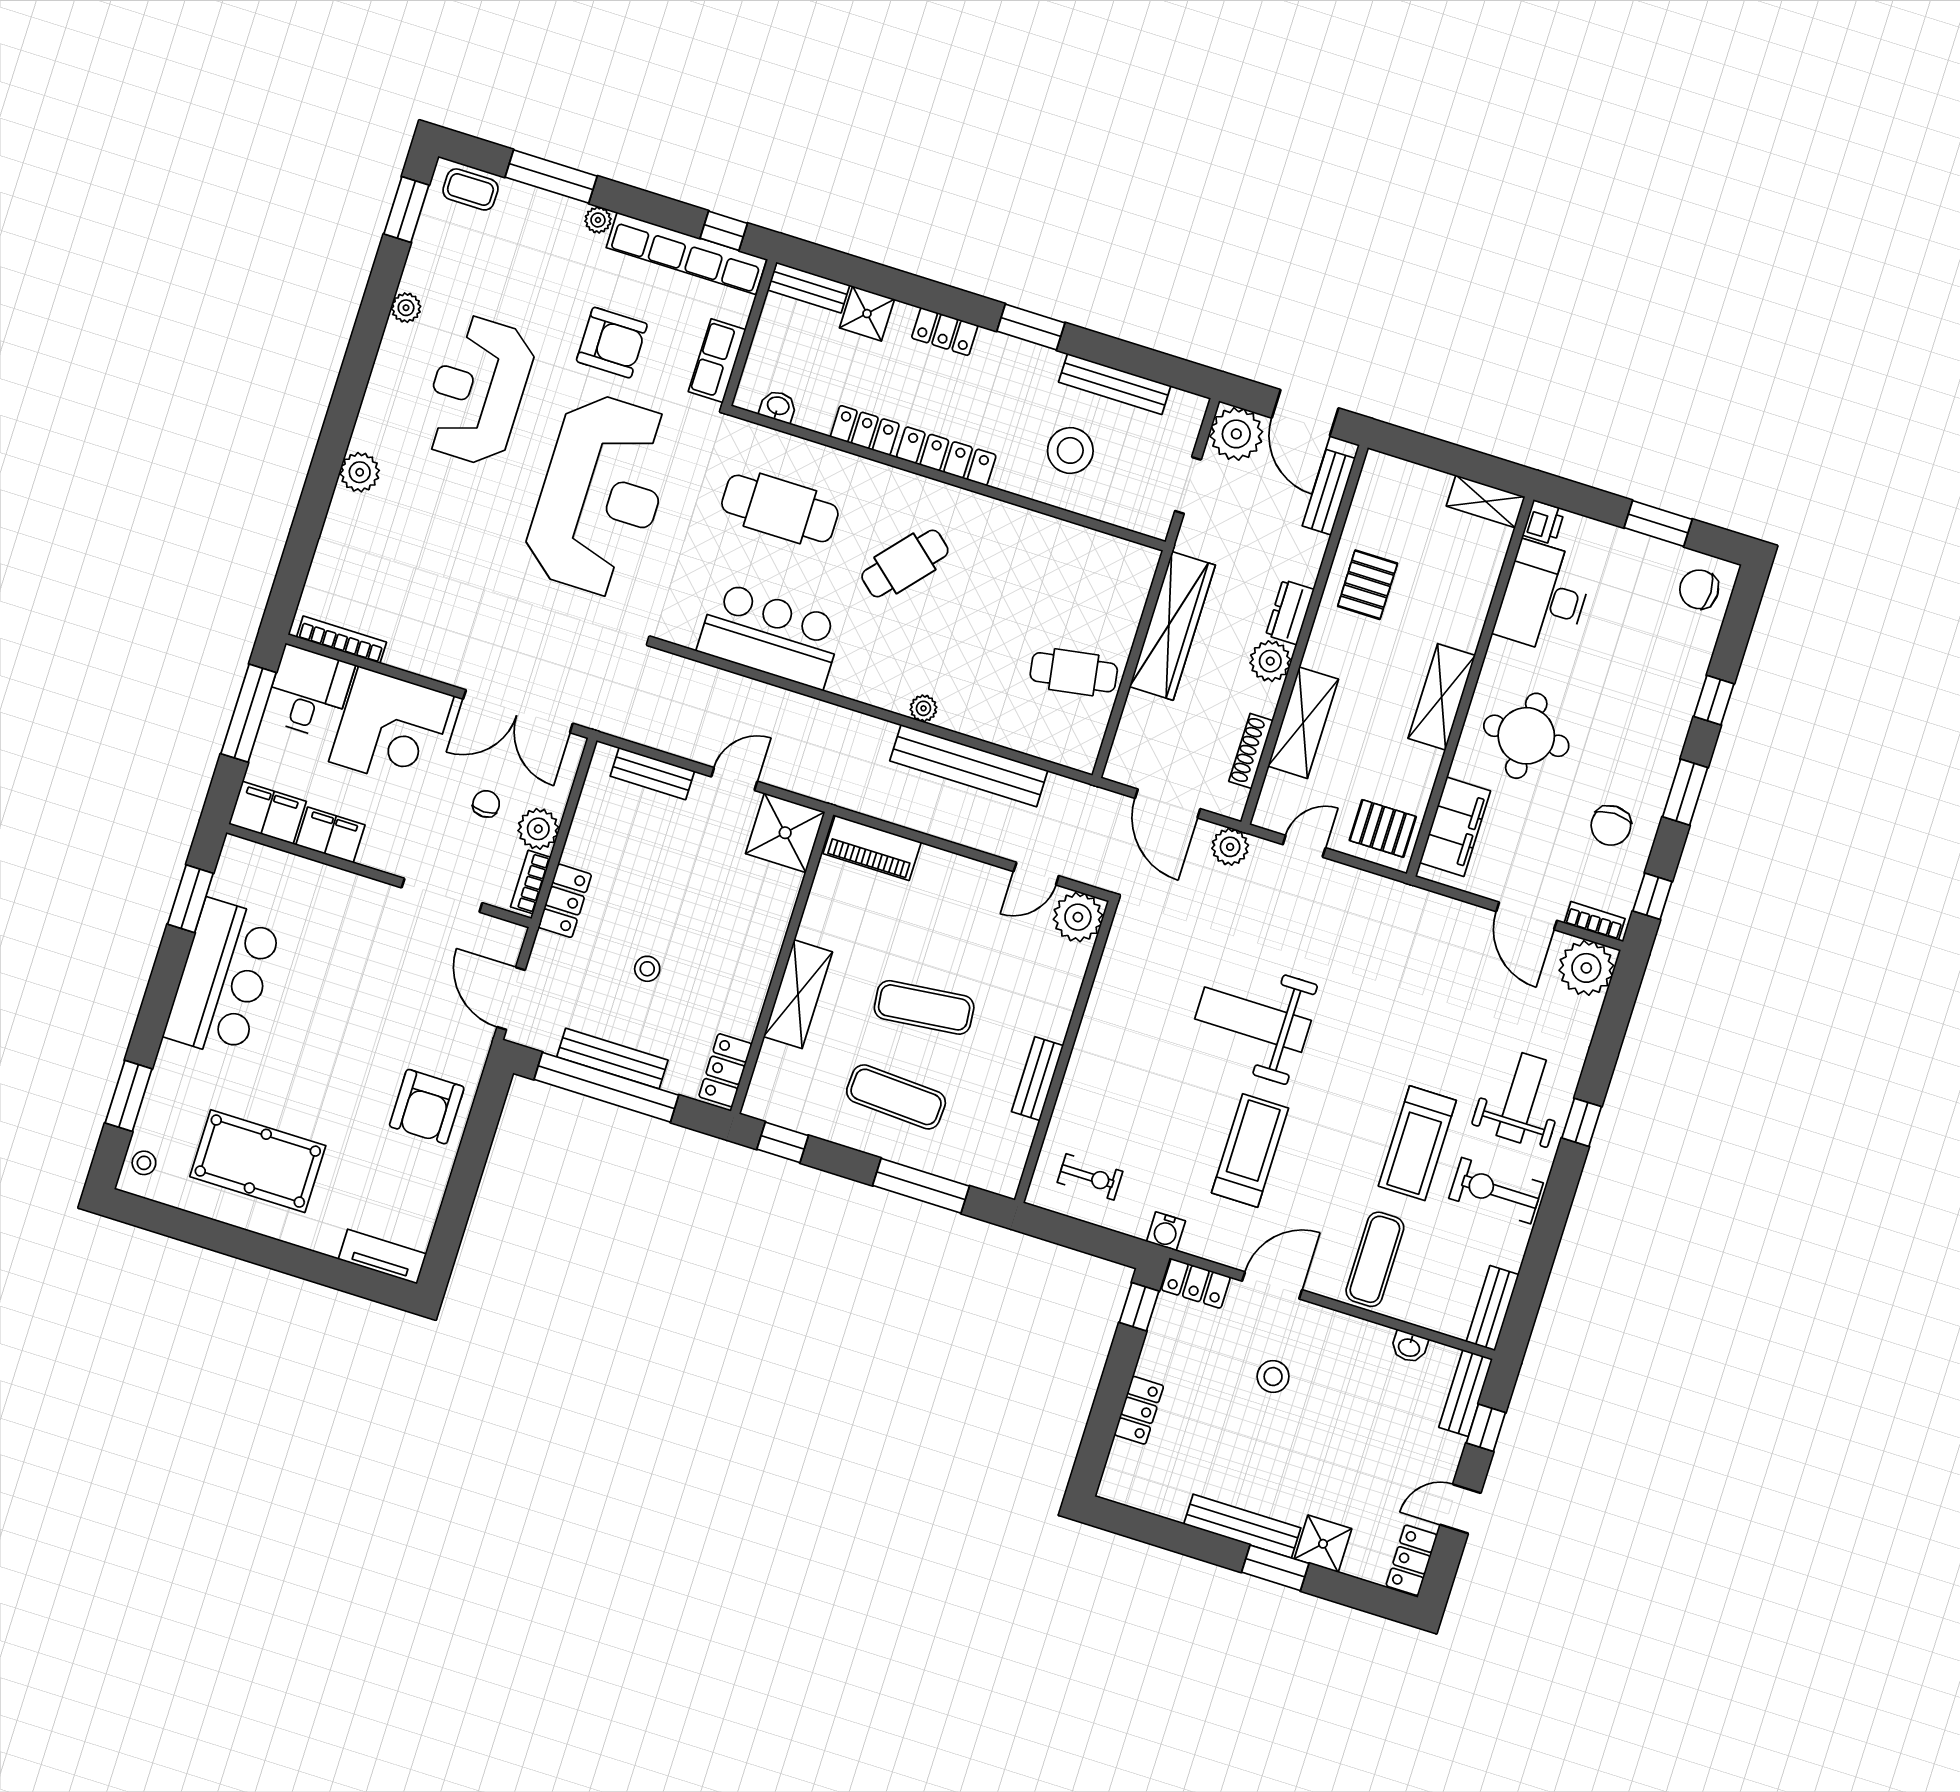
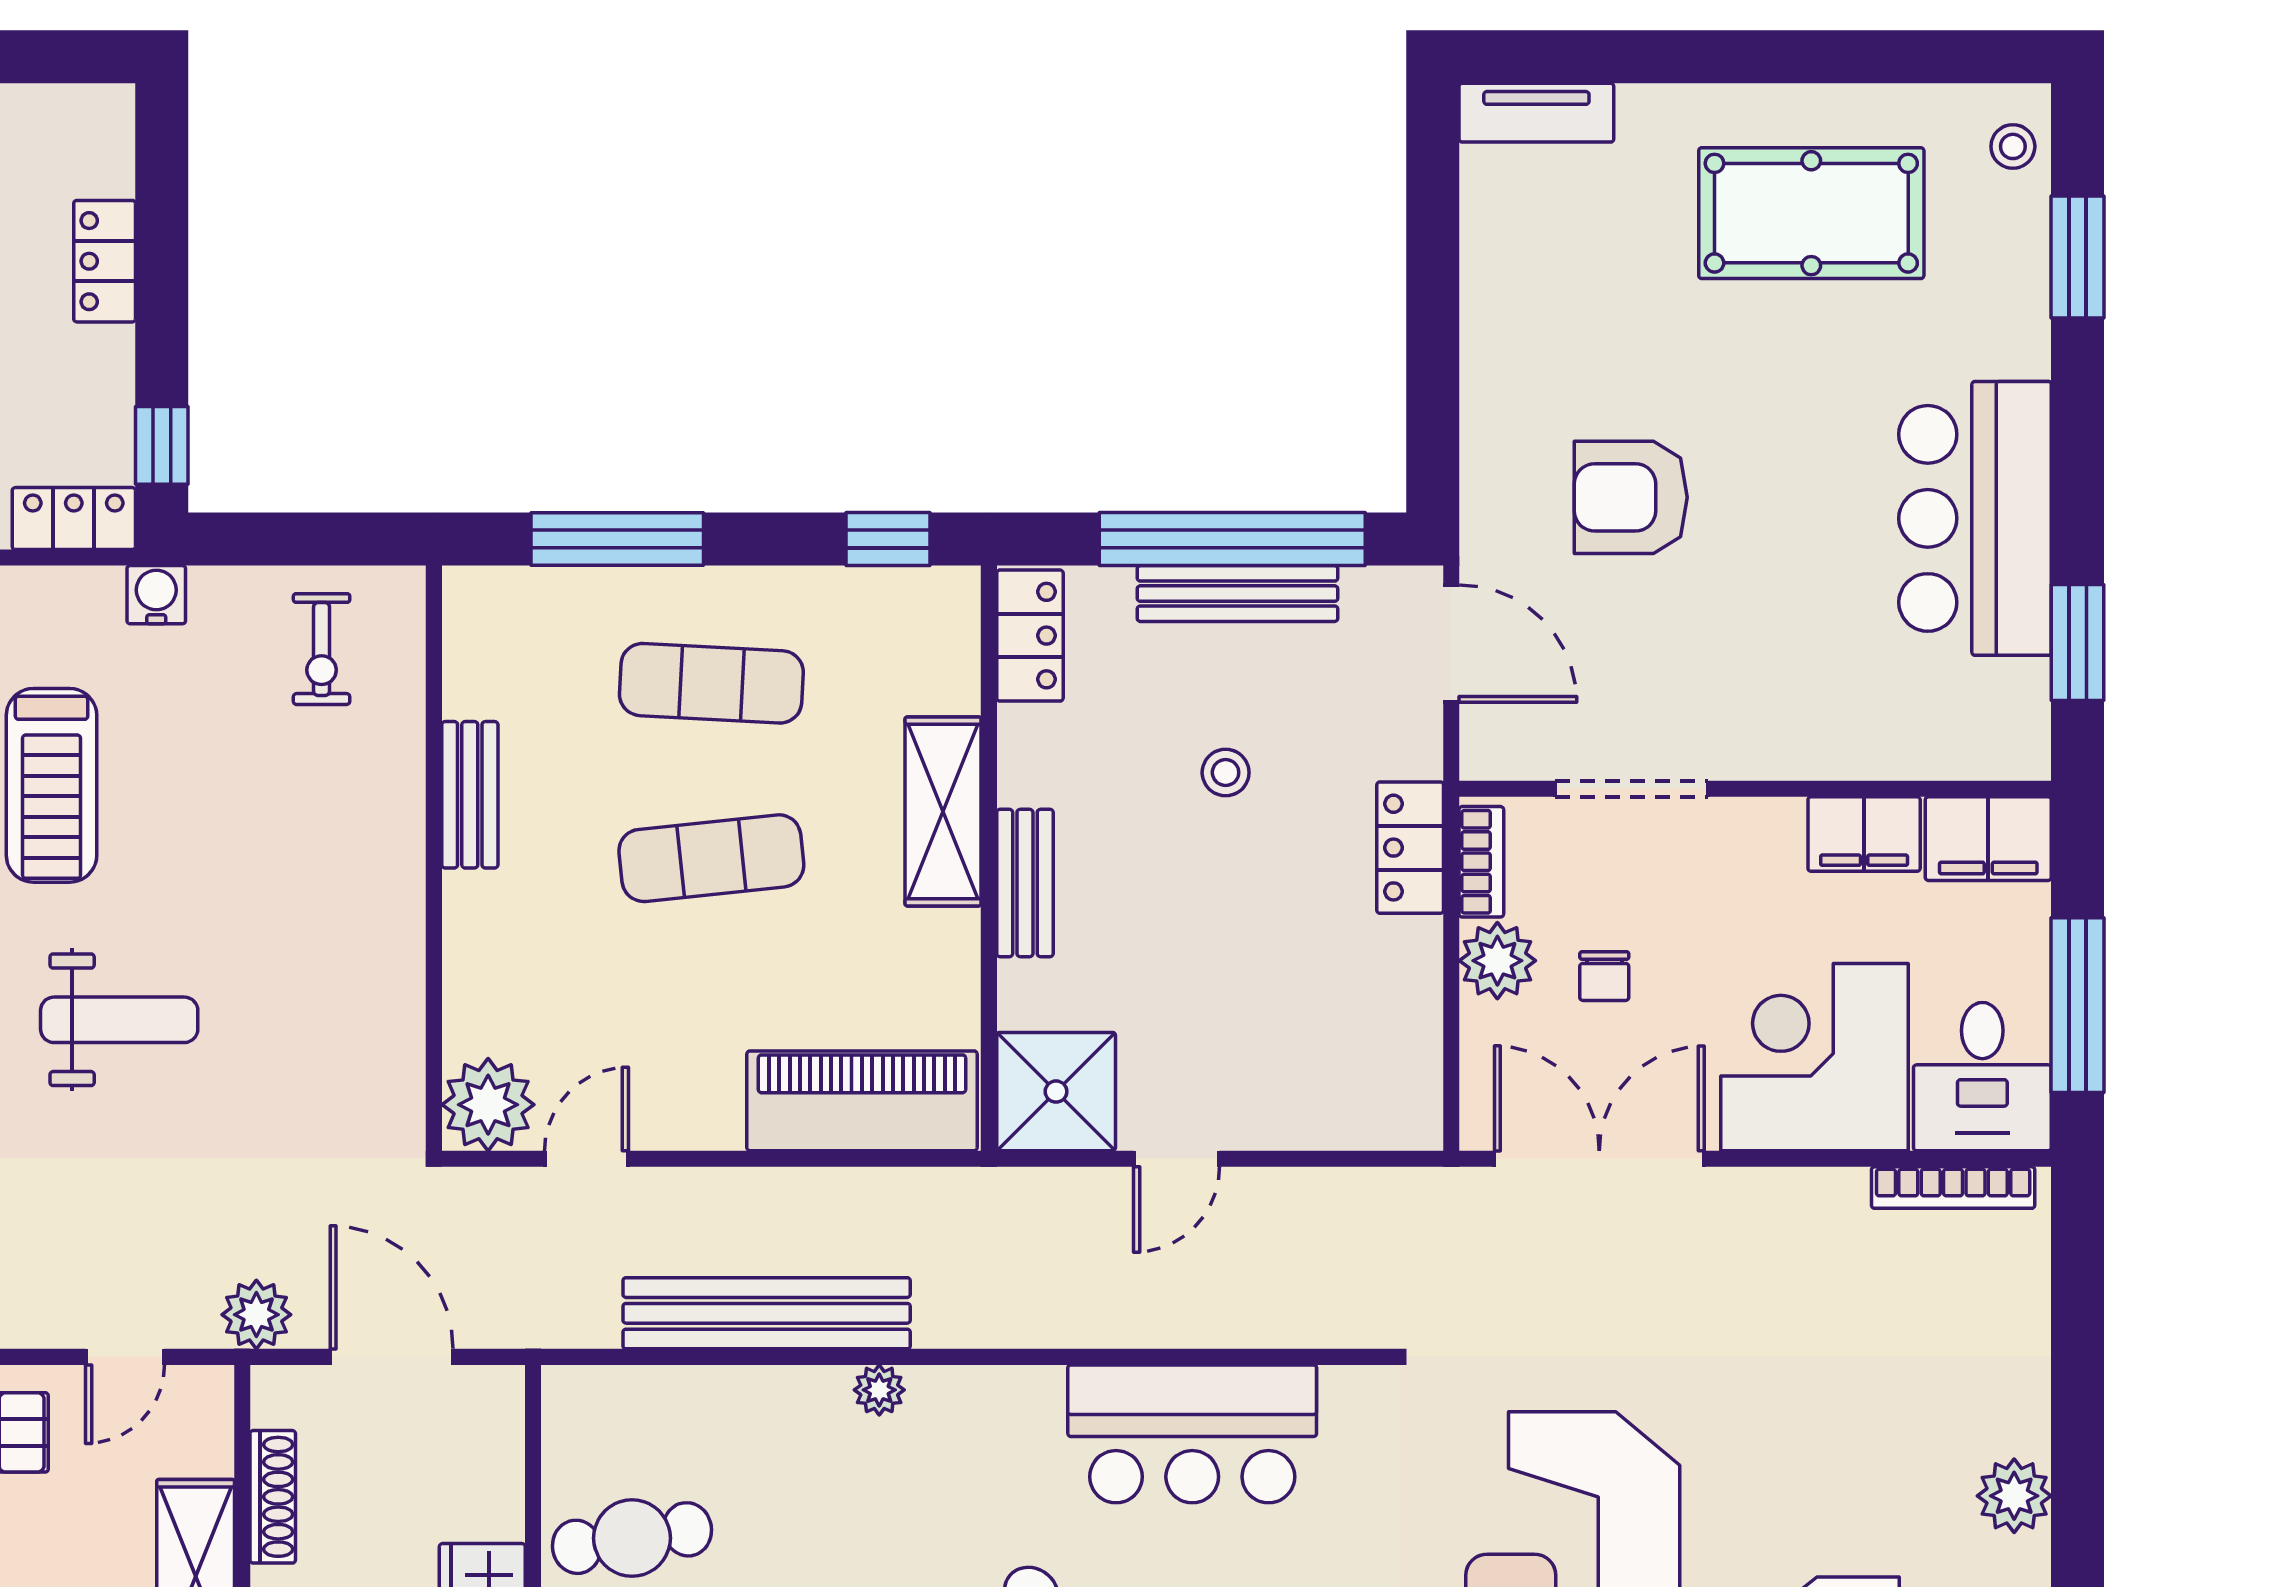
bench: (652, 774) -> (1025, 883), moved, turned 90
piano: (872, 848) -> (862, 1101), width x1.37, depth x1.33
weight bench: (1253, 1020) -> (119, 1020), width x0.73, depth x0.75
armchair: (427, 1107) -> (1631, 497), moved, turned -90
exercise bike: (1090, 1177) -> (322, 649), turned -90

